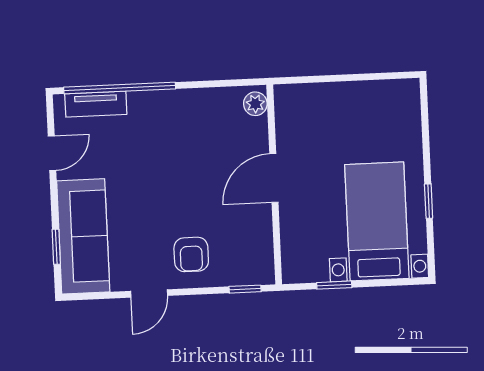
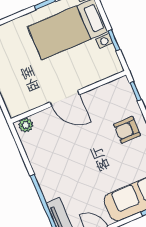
armchair: (191, 254) -> (127, 130), turned 180

